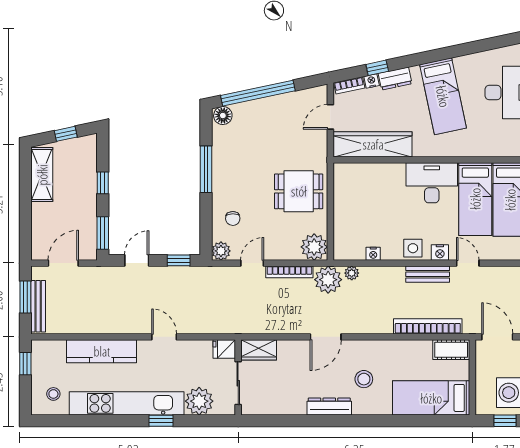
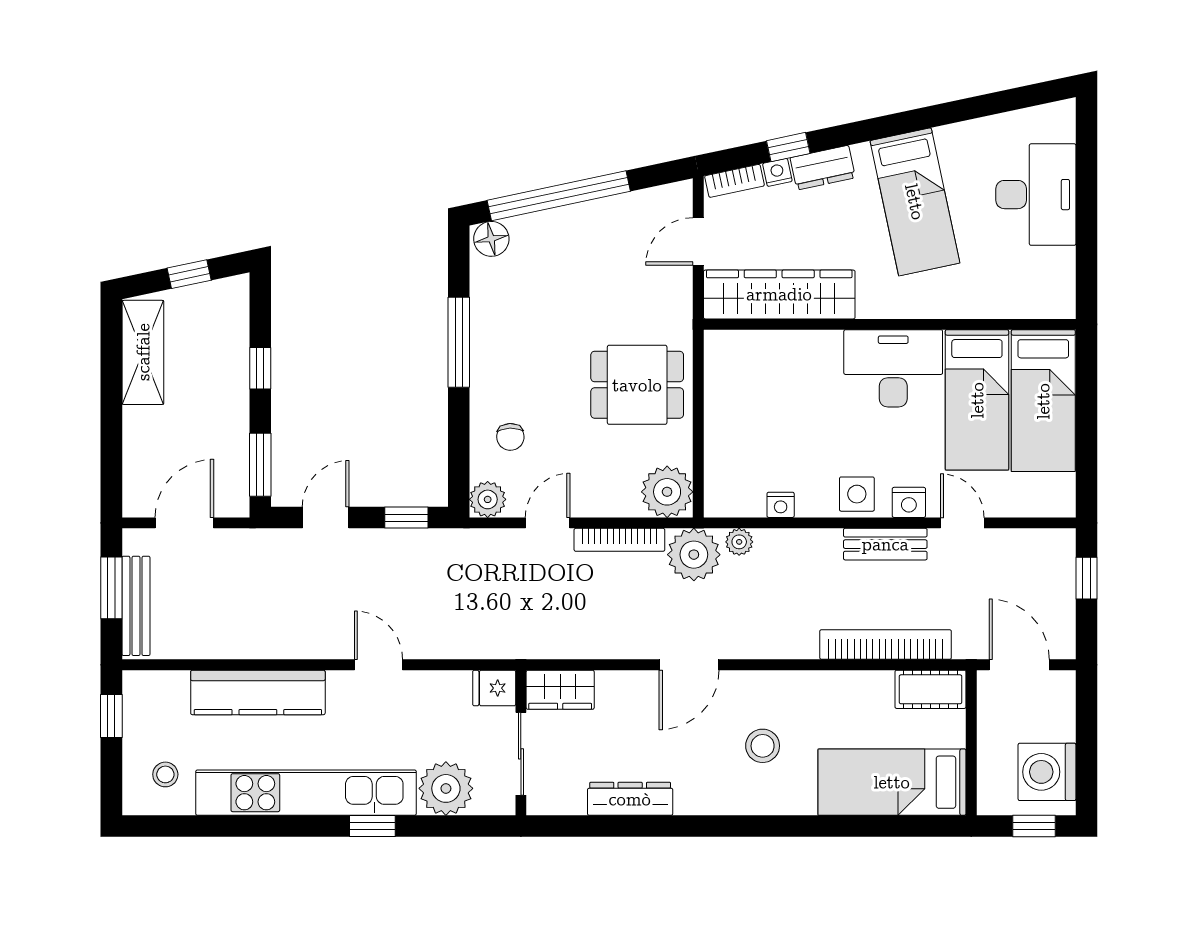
dresser: (329, 407) -> (630, 799), moved

